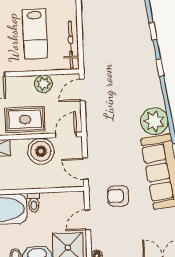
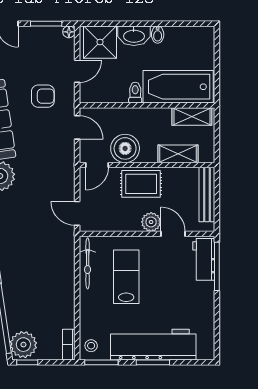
plant: (43, 84) -> (151, 222), moved
door: (82, 90) -> (77, 213), swing flipped

